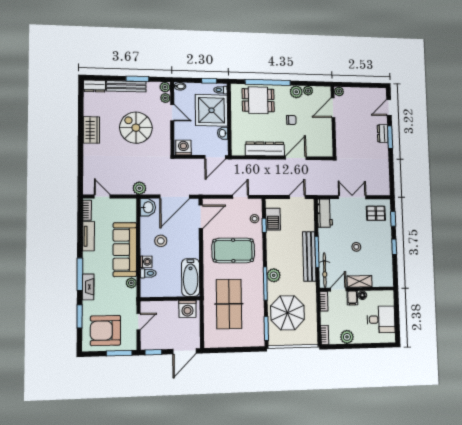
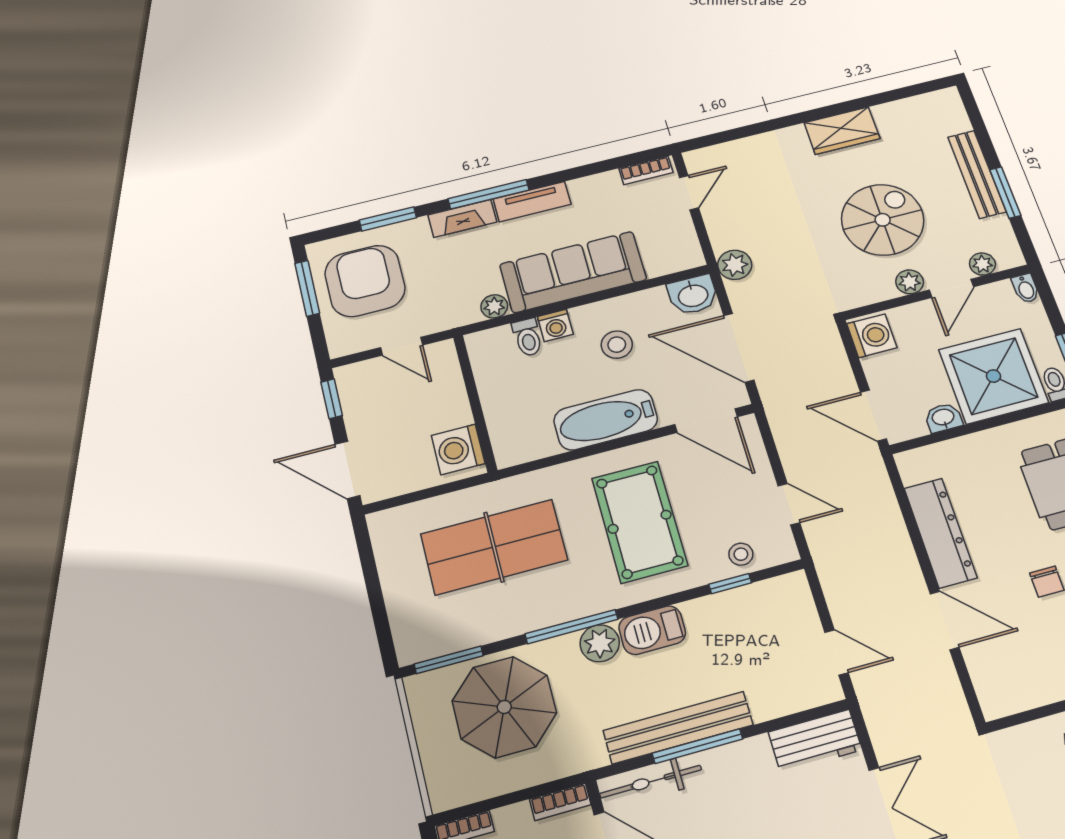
dresser: (95, 86) -> (950, 110), removed
plant: (165, 87) -> (910, 282), moved
barbecue: (273, 219) -> (652, 630), moved
tv unit: (88, 236) -> (532, 202), moved
bathtub: (191, 277) -> (606, 420), moved
window: (119, 353) -> (307, 288), moved

